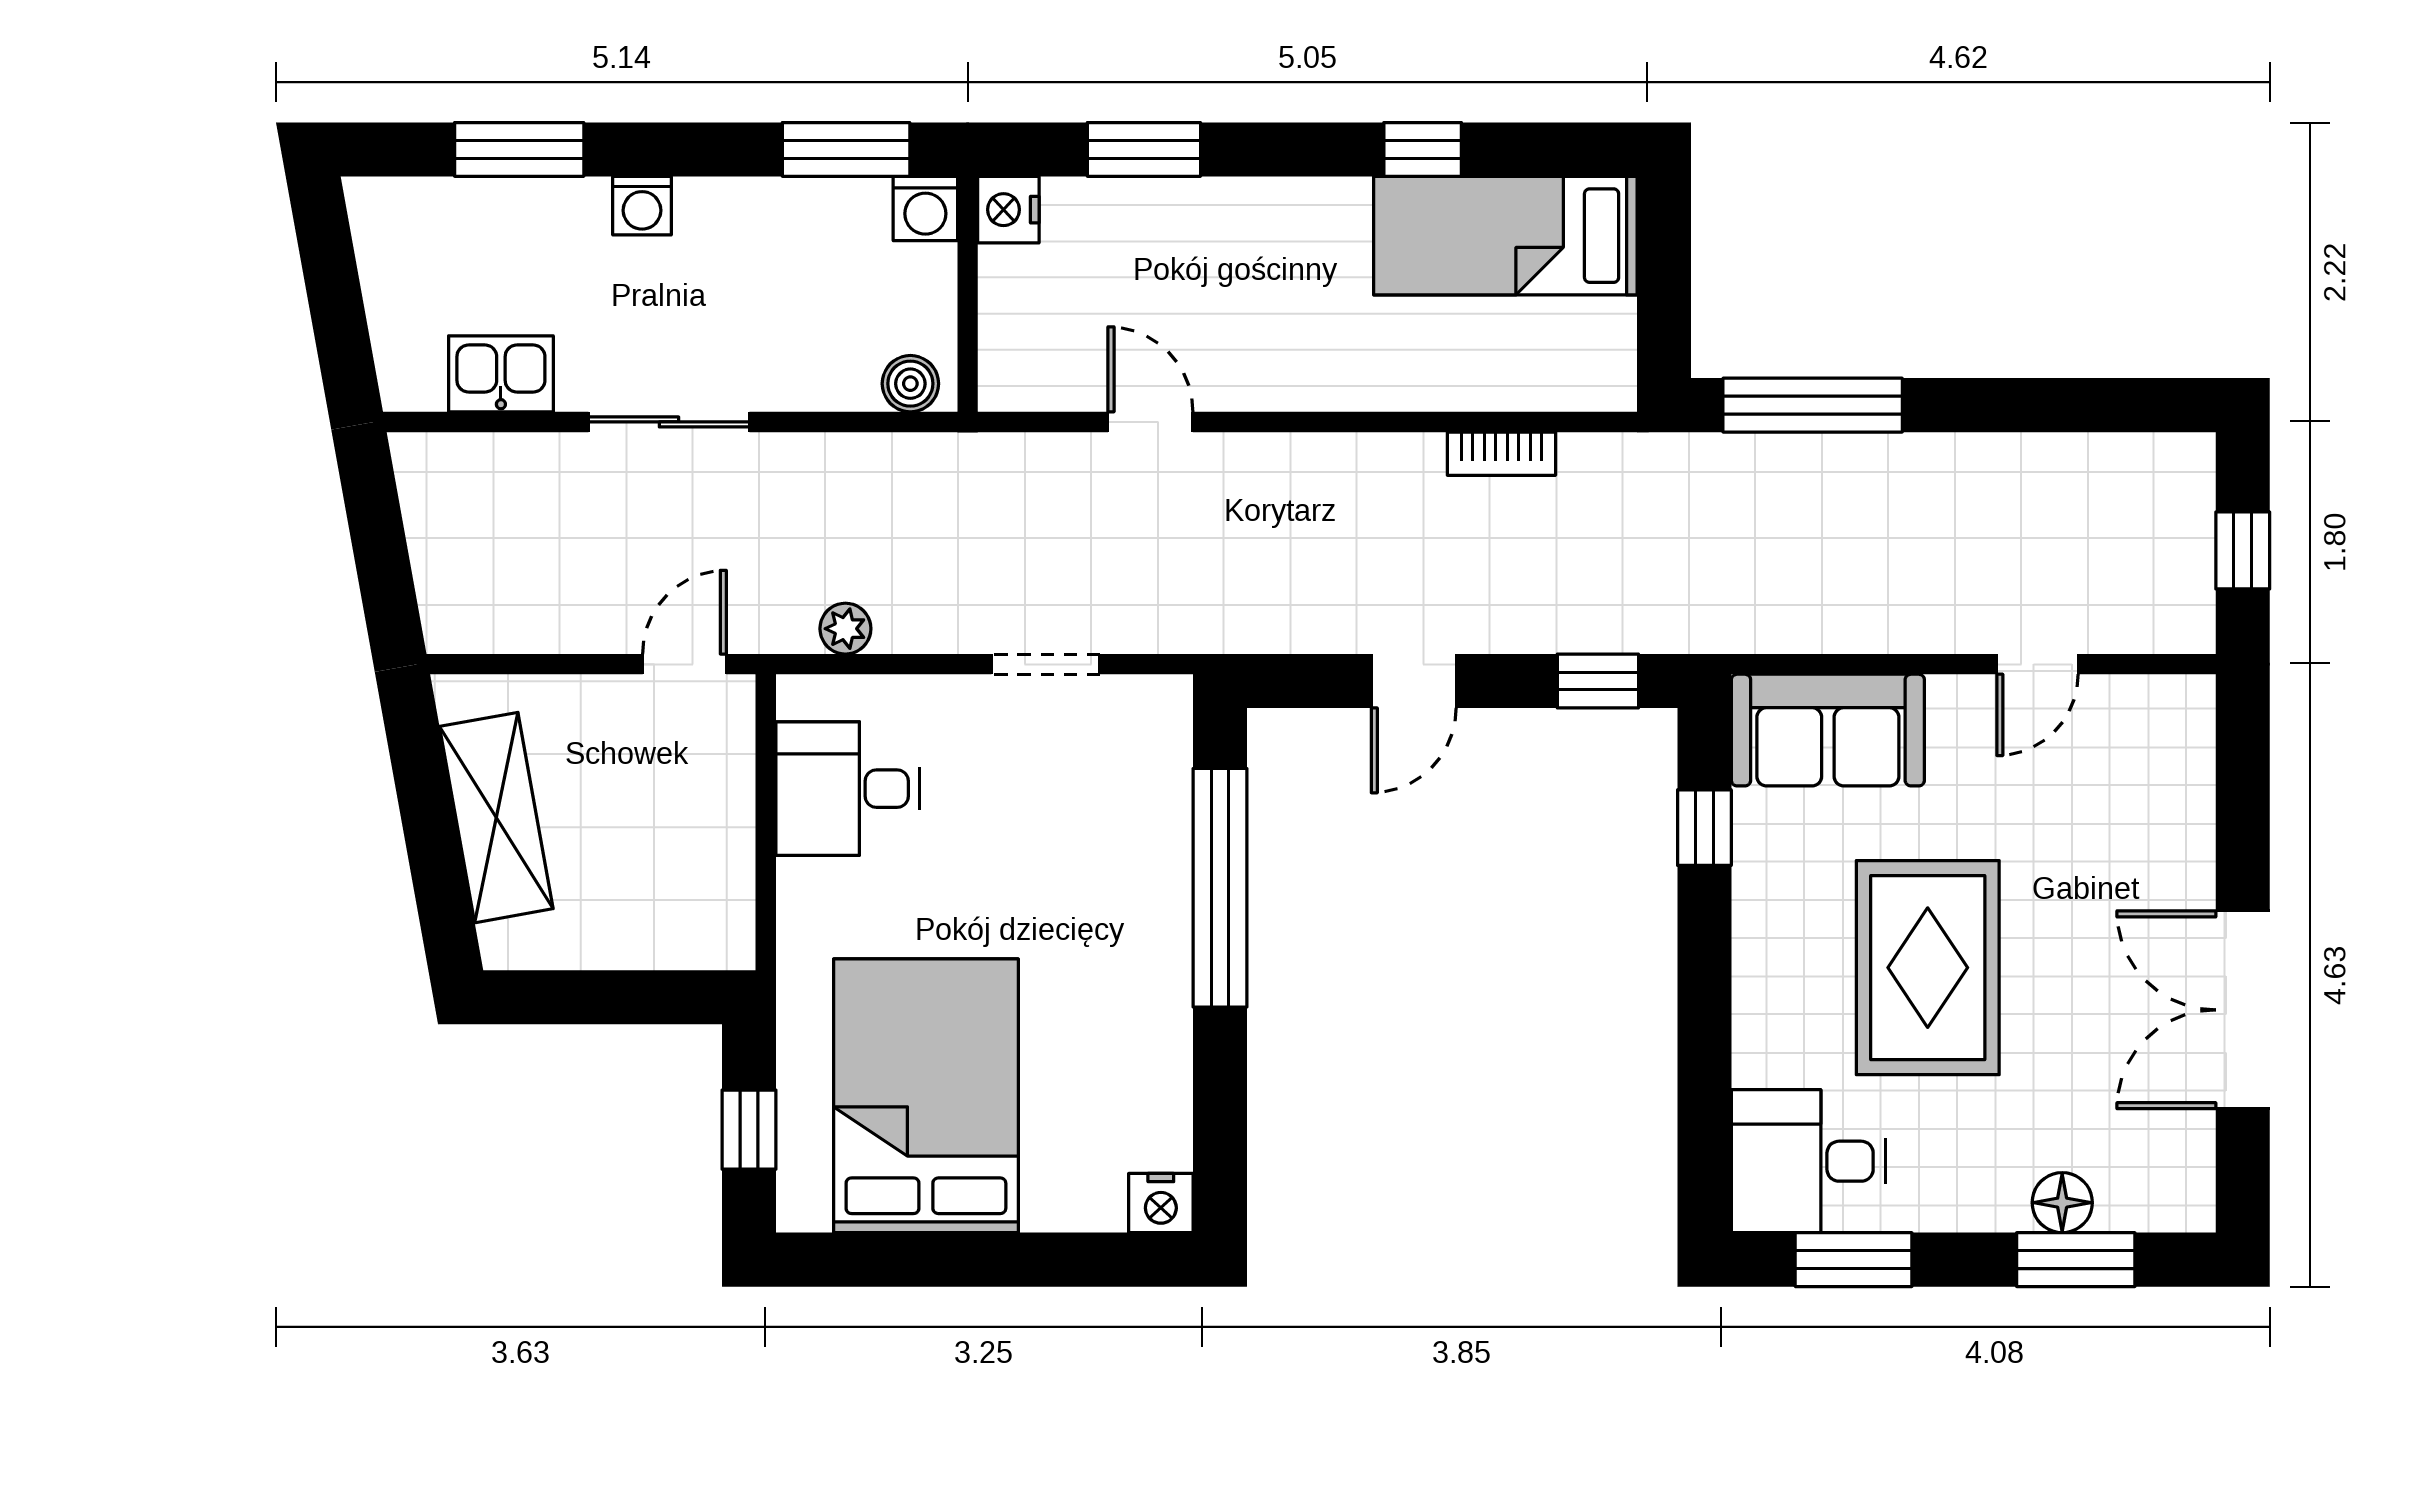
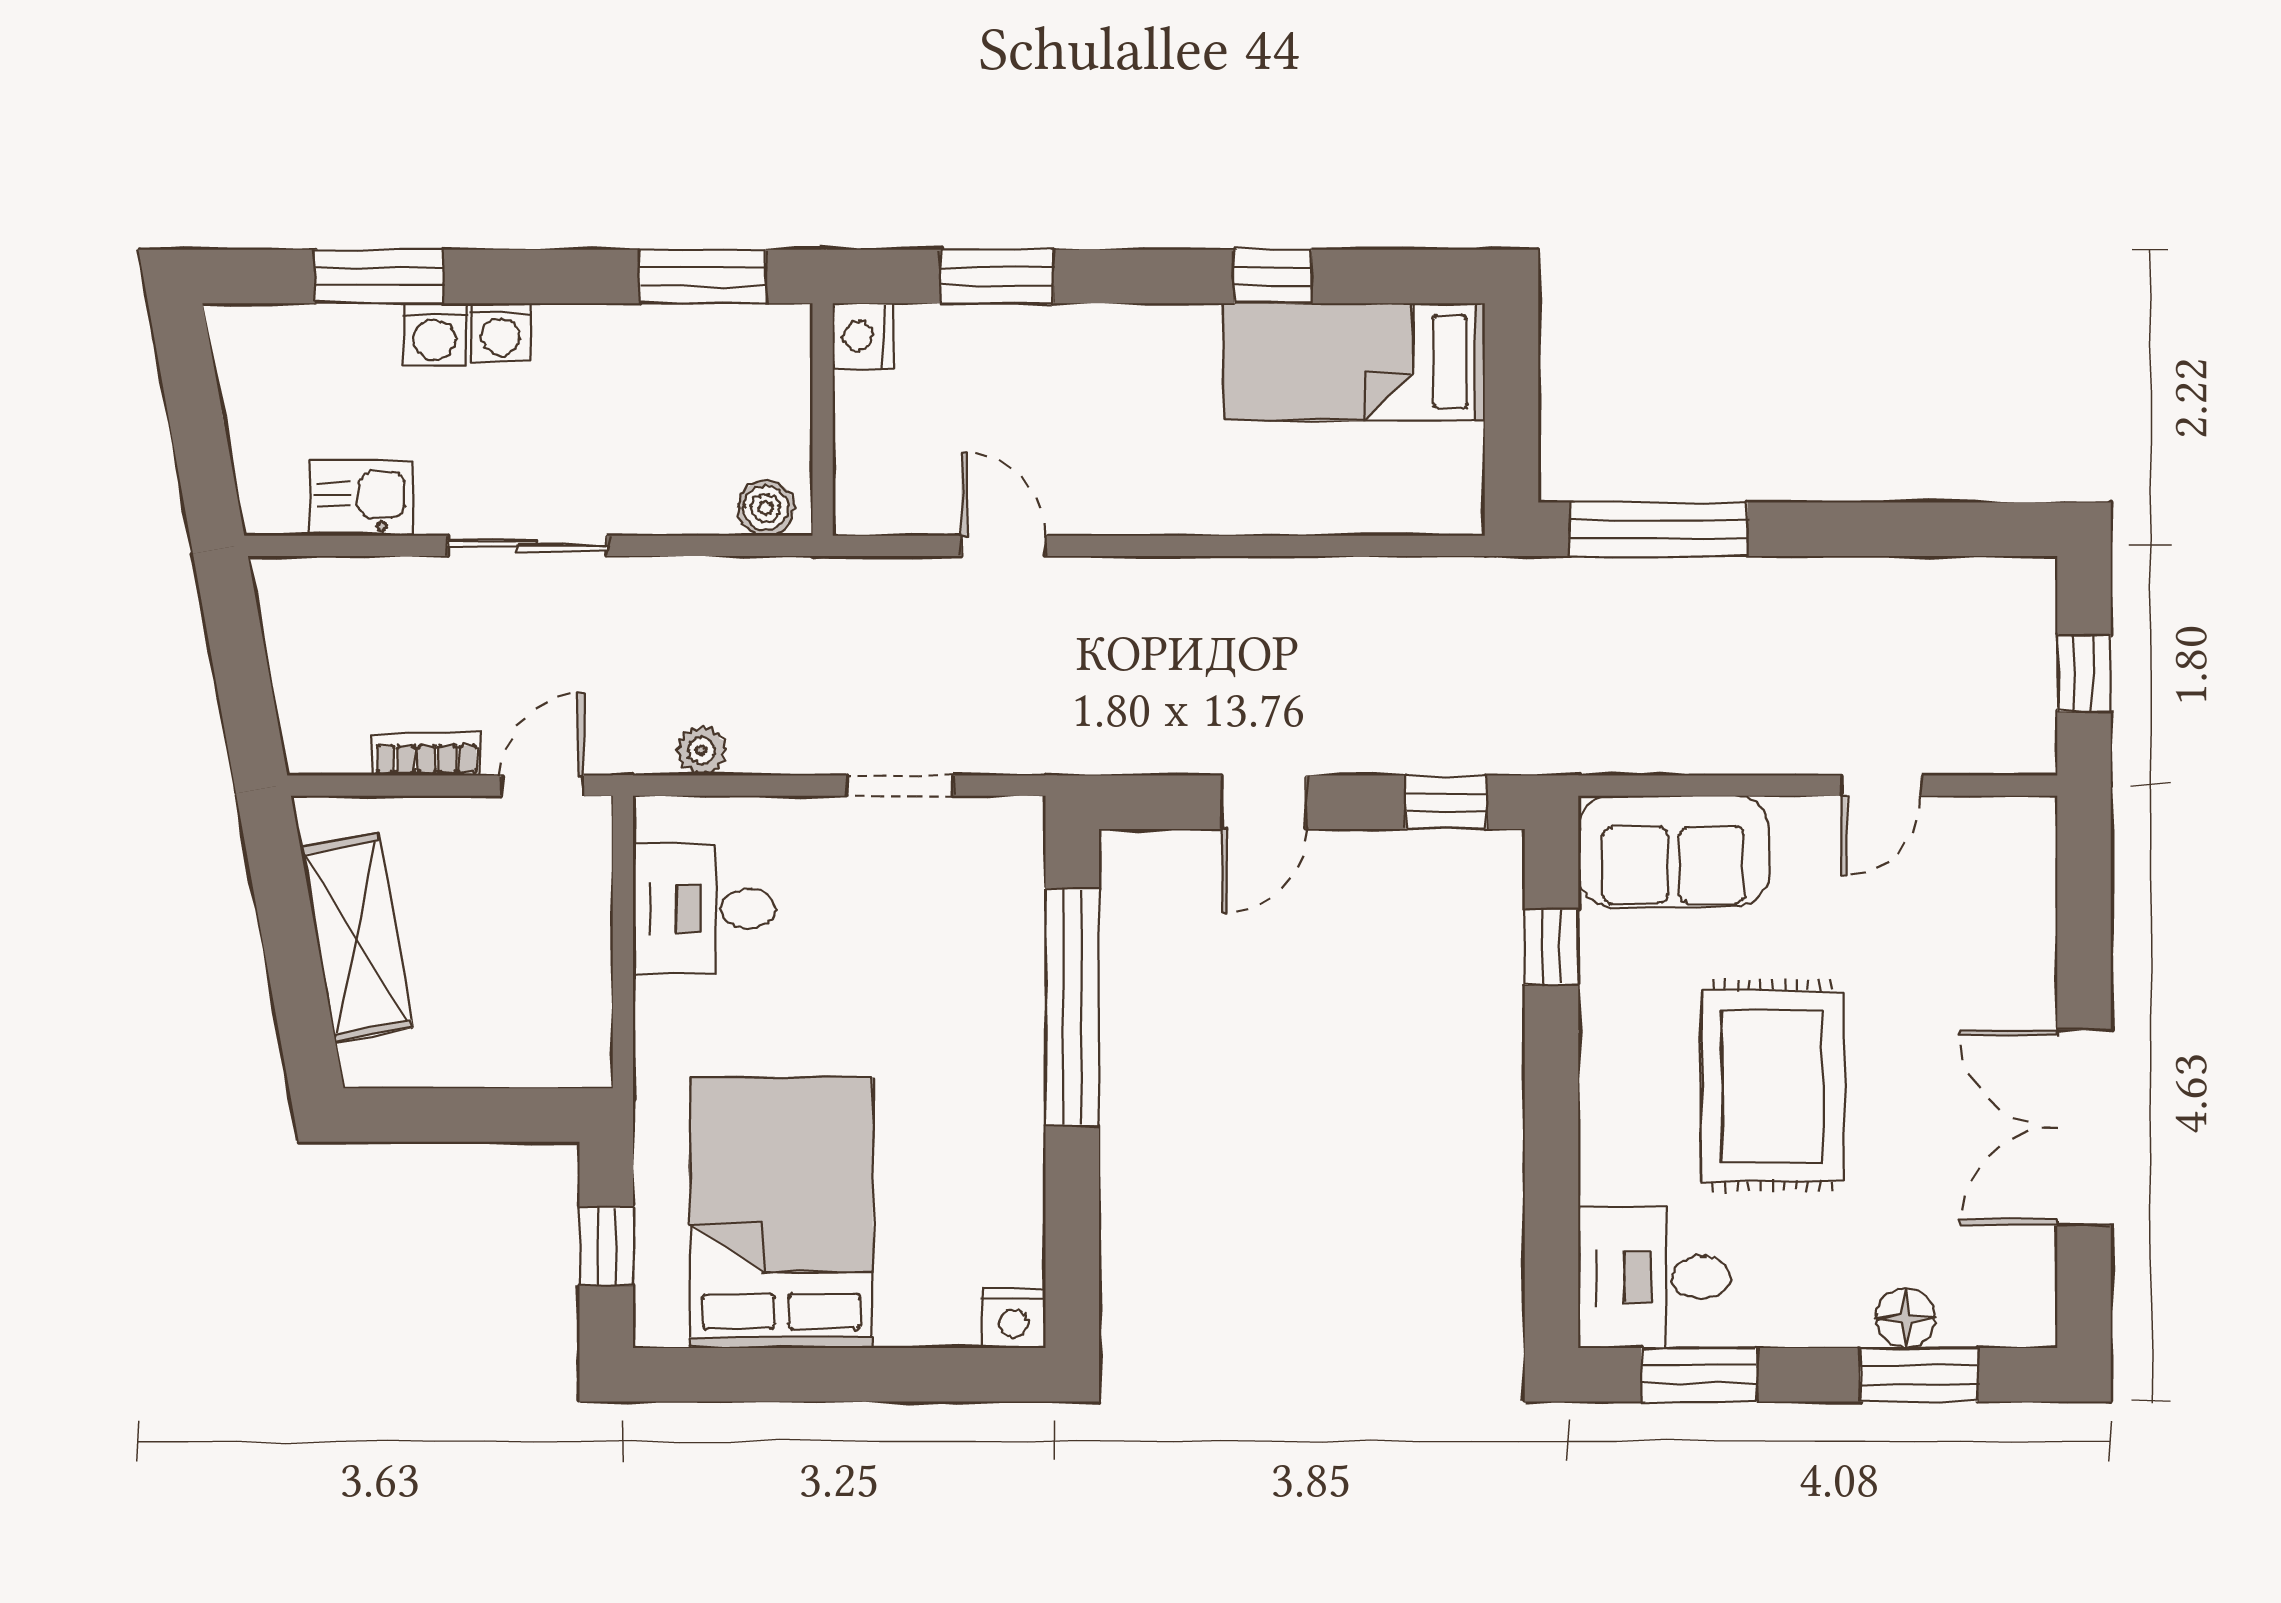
washing machine: (925, 209) -> (434, 335), moved
bookcase: (1501, 454) -> (427, 754), moved, turned 180

